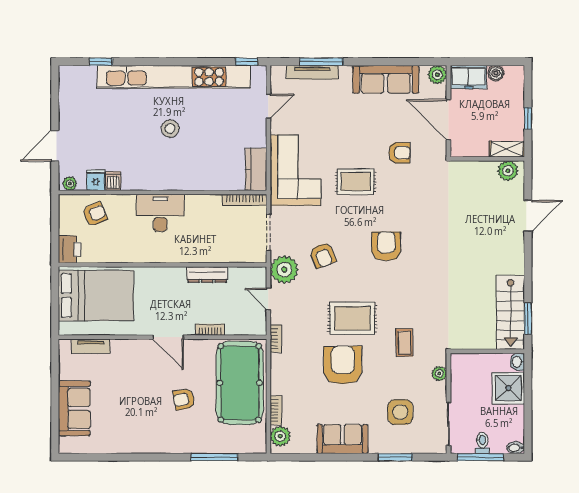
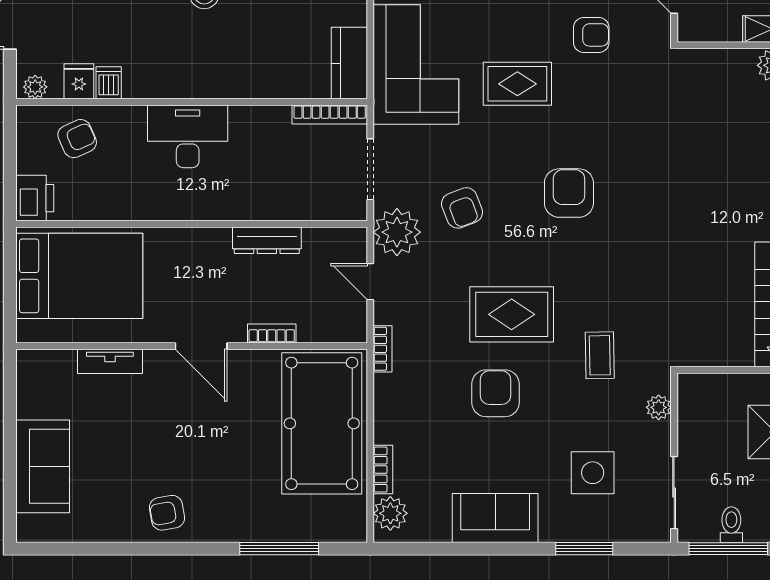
tv unit: (91, 346) -> (110, 361), moved
armchair: (343, 365) -> (495, 393), width x0.73, depth x0.73
armchair: (184, 399) -> (167, 513), moved

